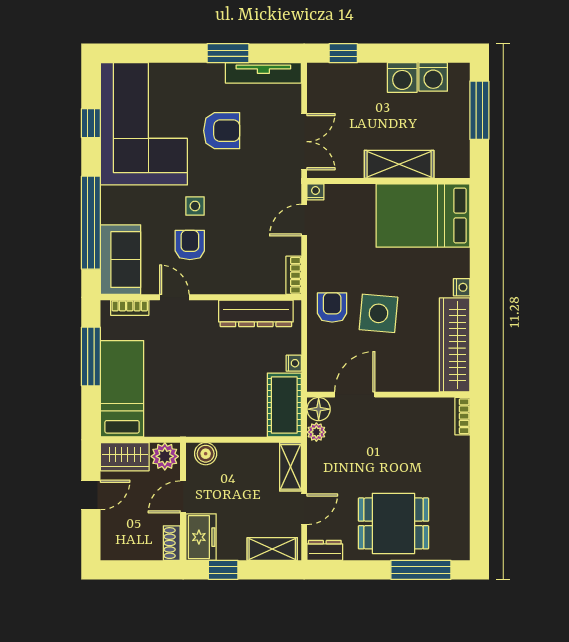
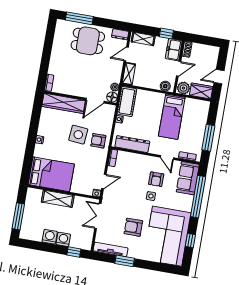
washing machine: (433, 77) -> (63, 239), moved
armchair: (332, 307) -> (98, 141), turned 90
wardrobe: (455, 345) -> (64, 103), moved, turned 90
bed: (122, 389) -> (172, 117), moved

